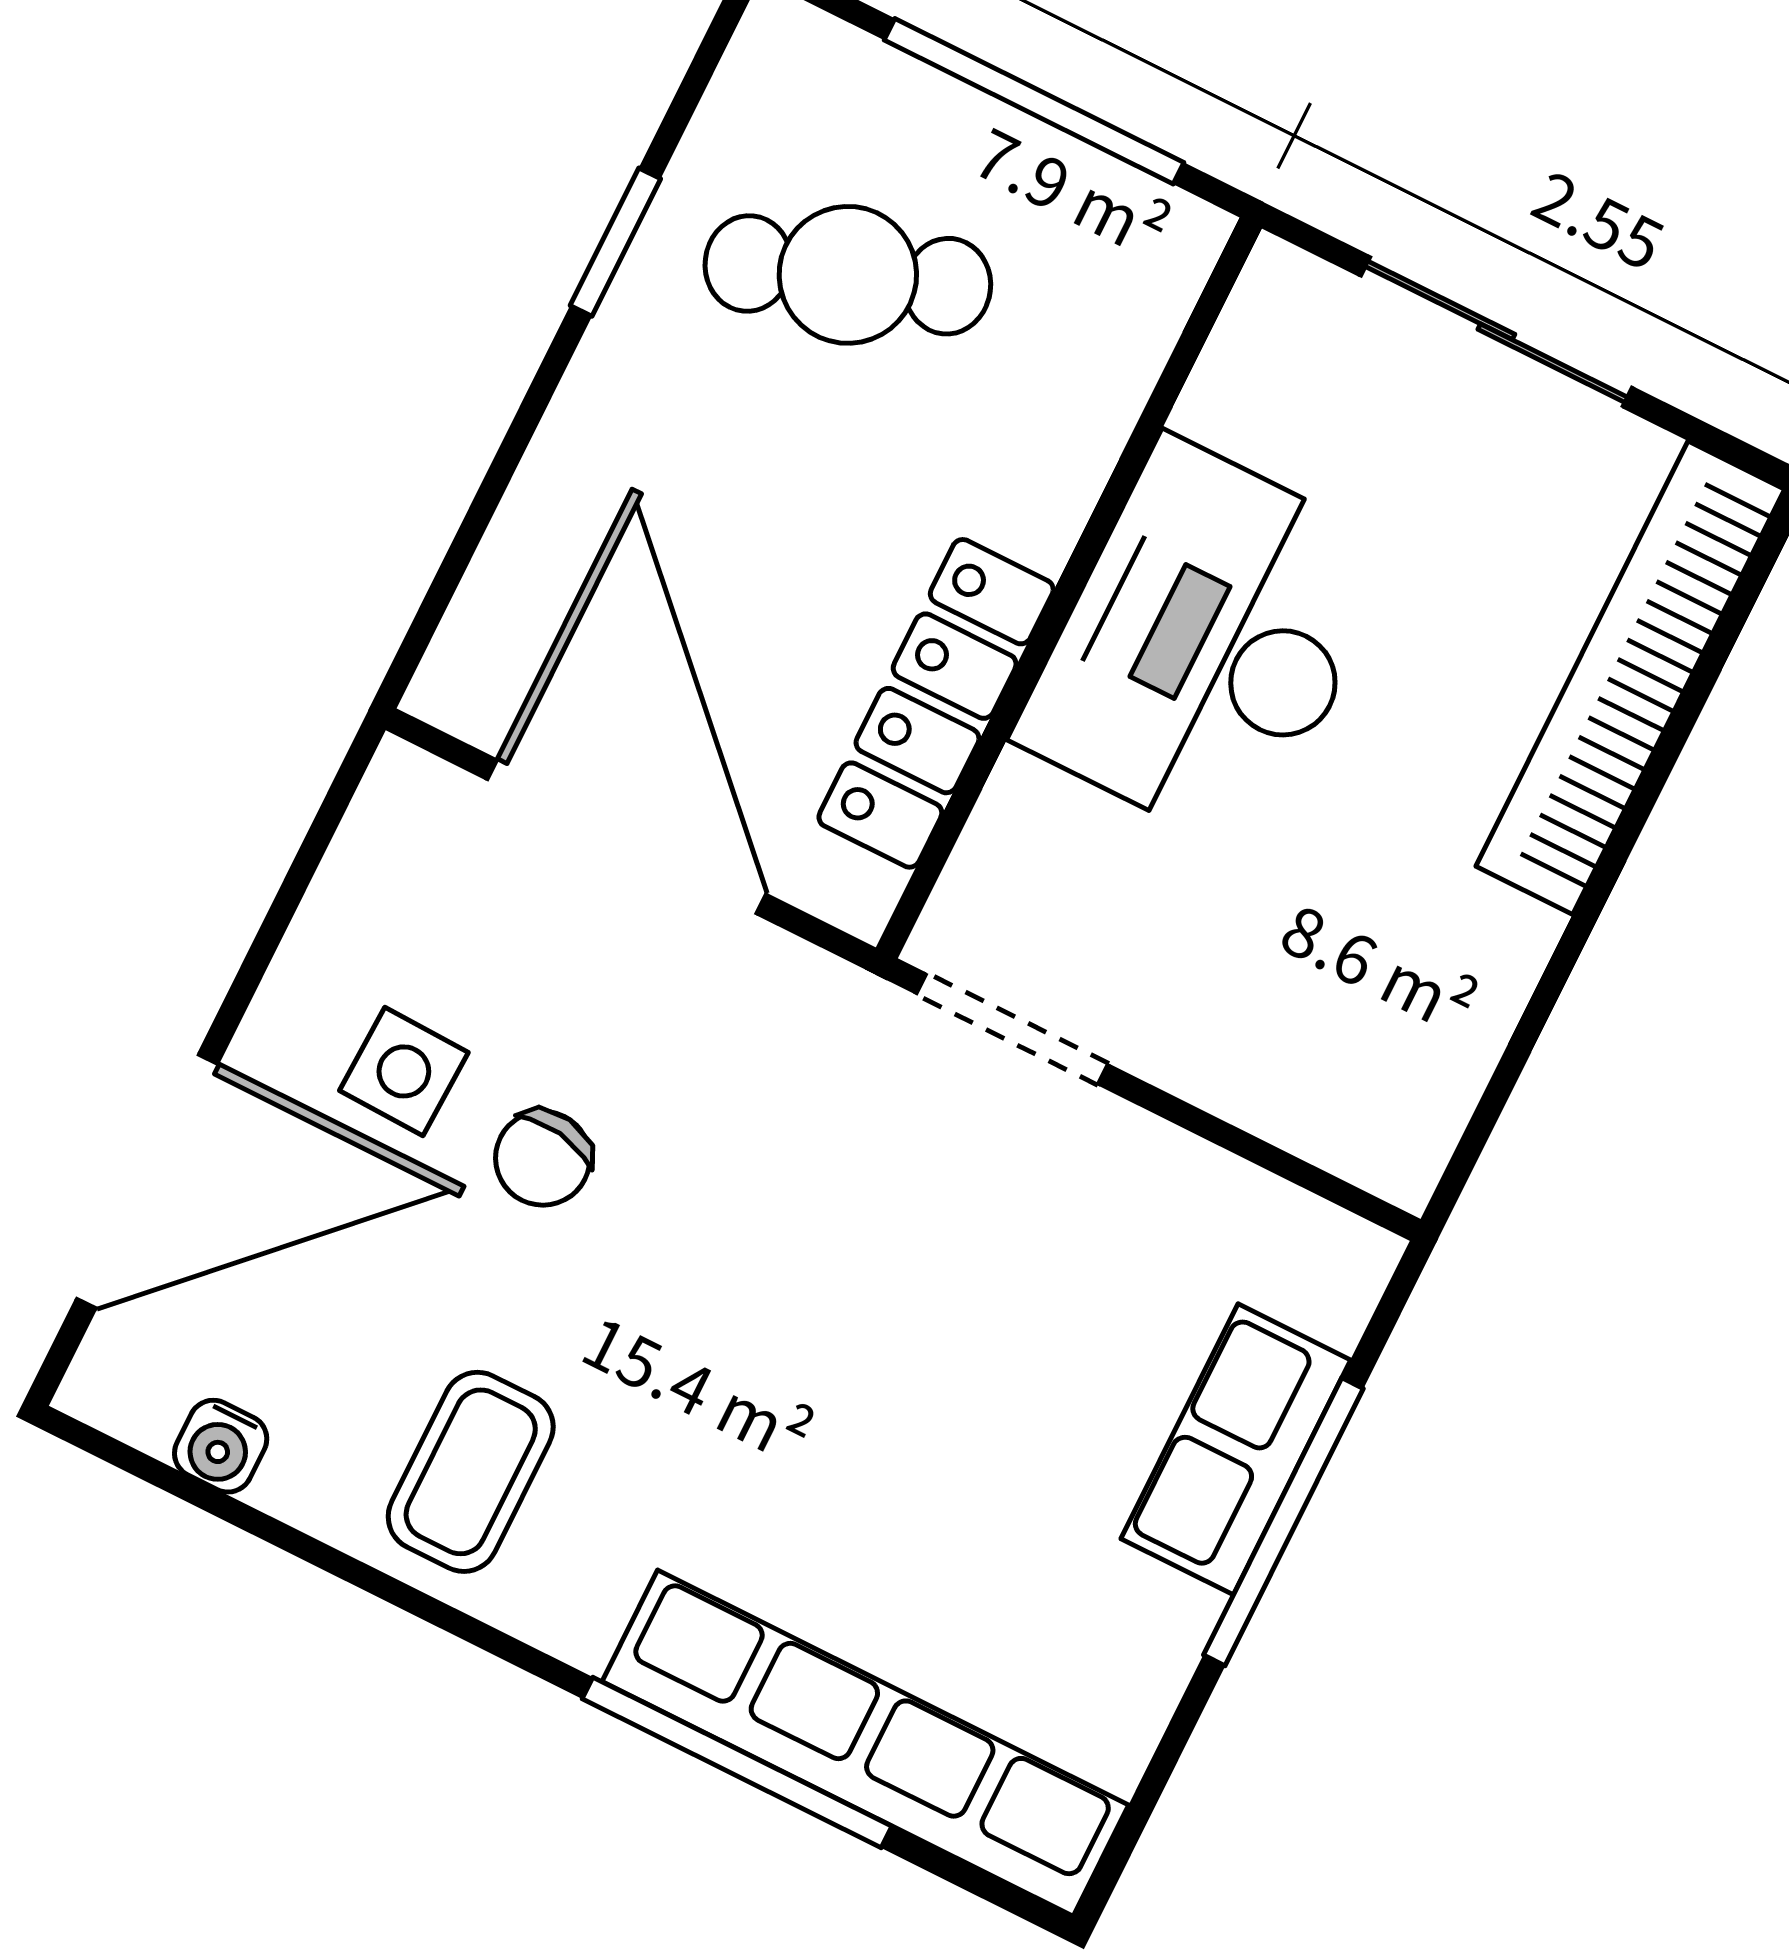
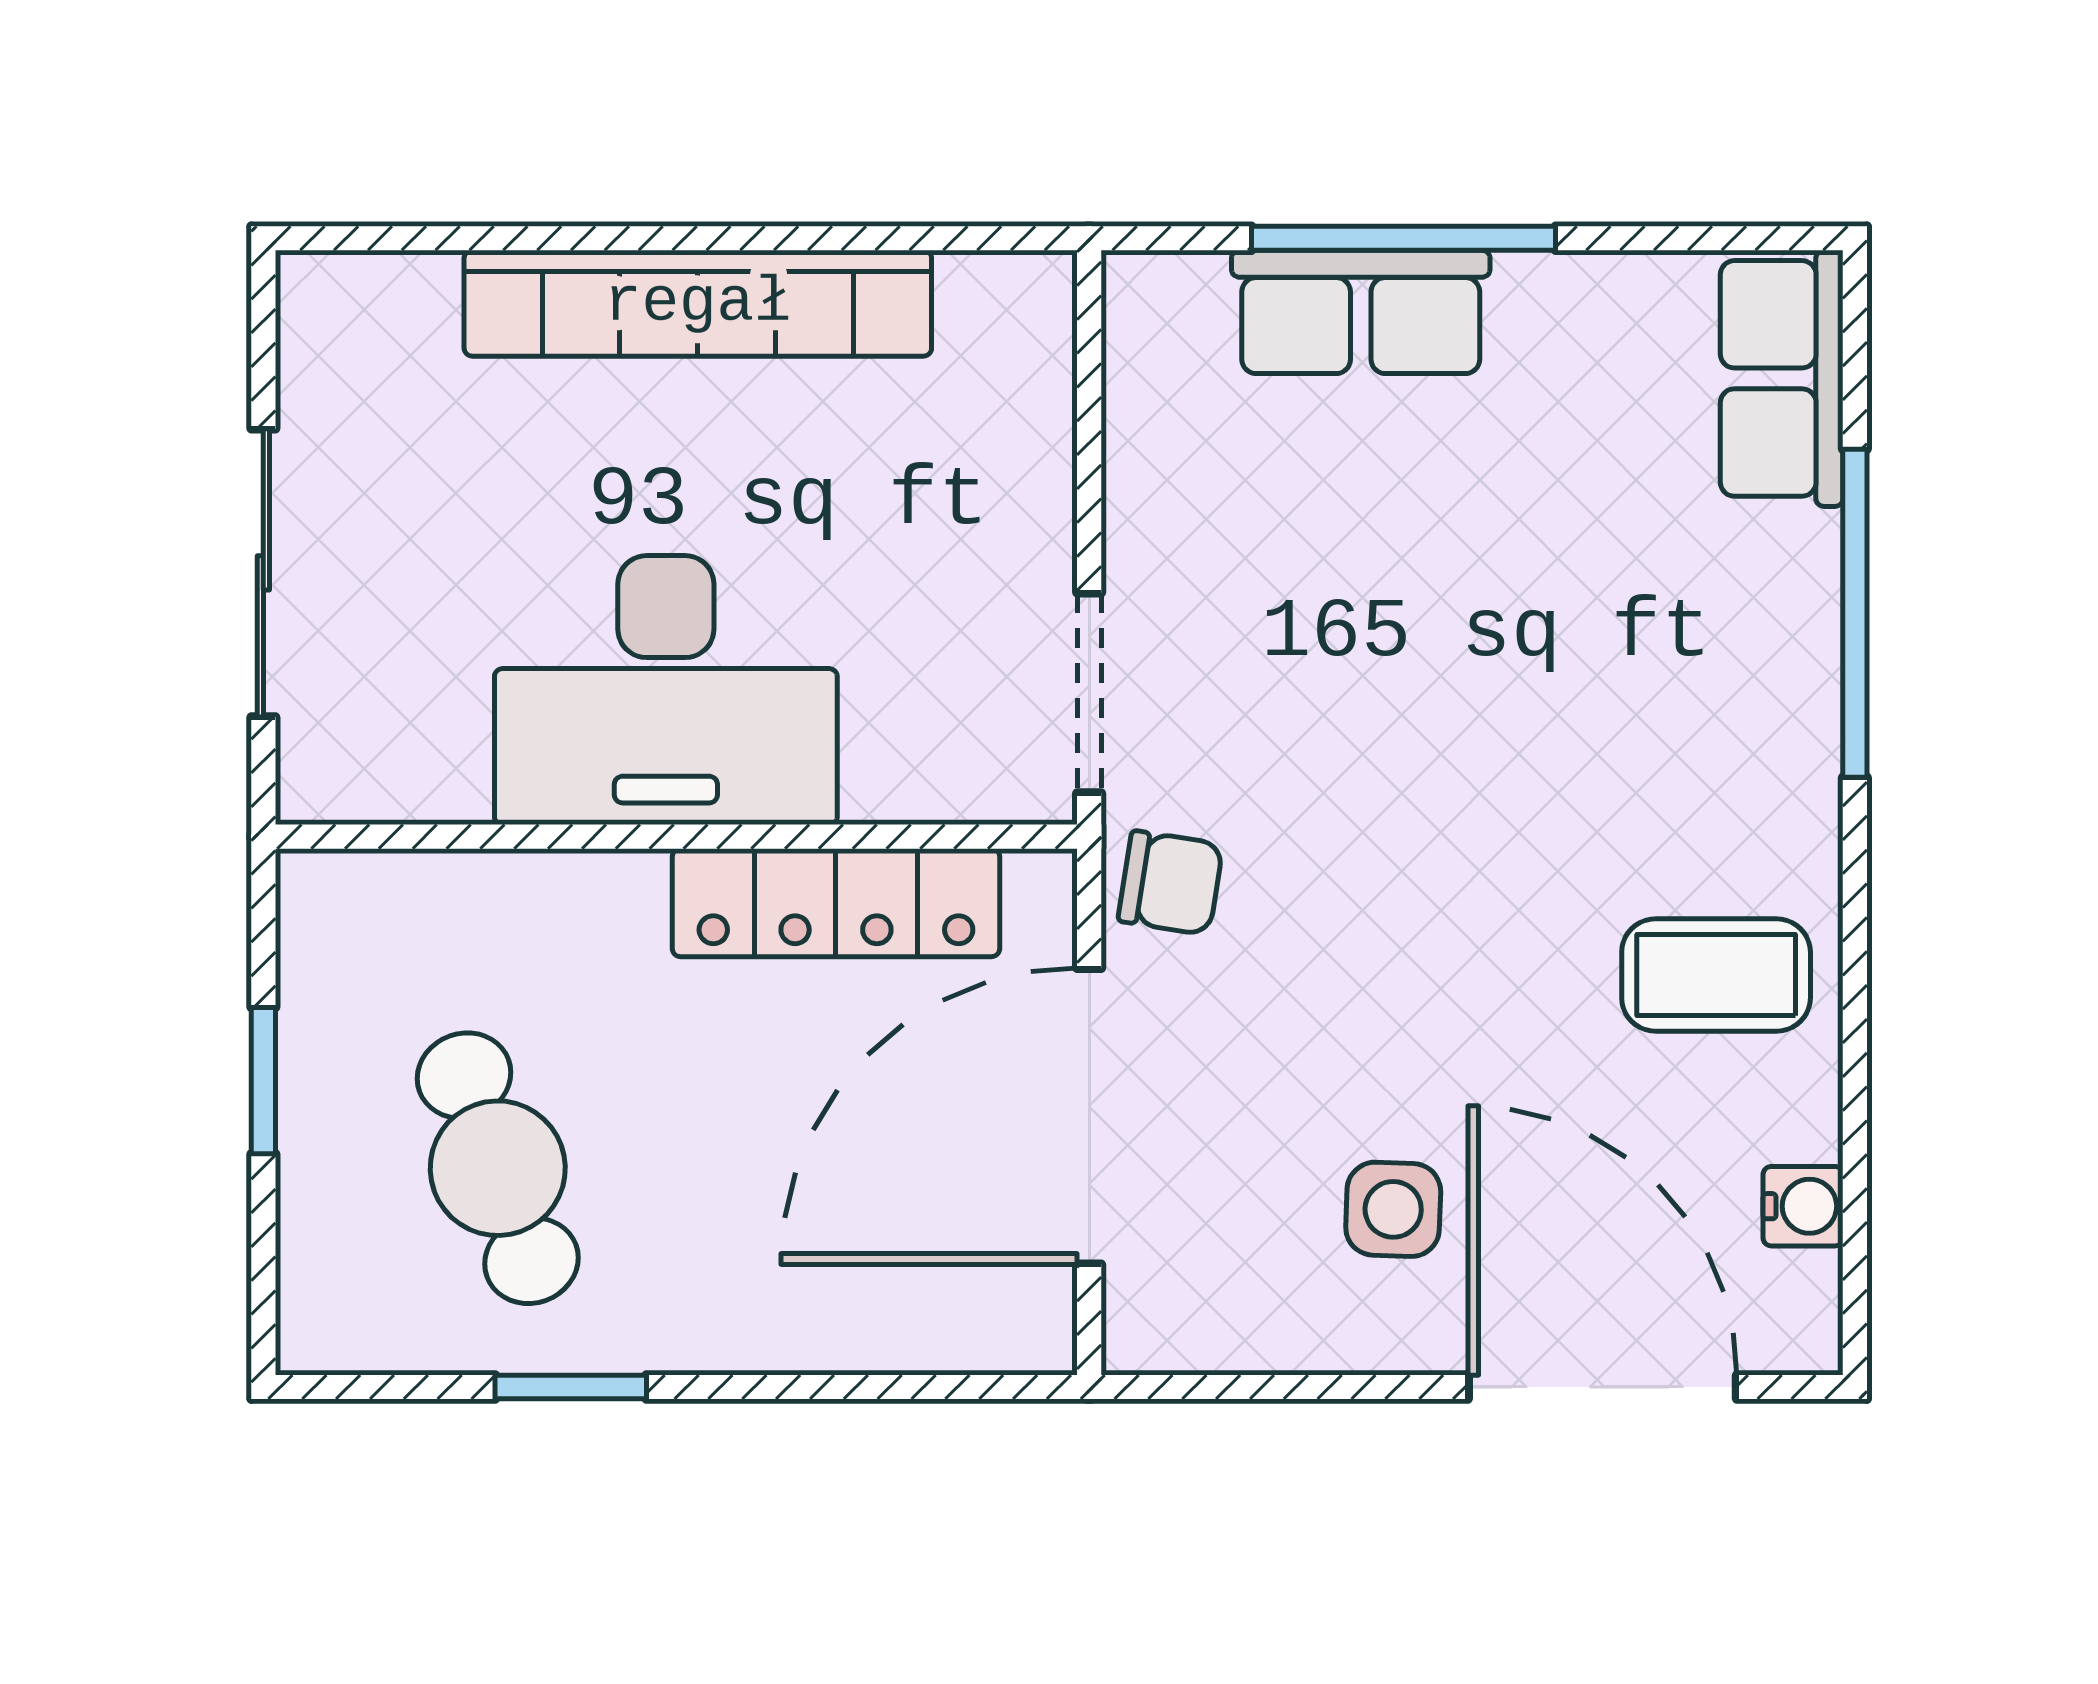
window: (1034, 101) -> (263, 1081), width x0.46
bookcase: (1630, 678) -> (698, 303), moved
chair: (543, 1158) -> (1171, 883), moved
row of seats: (865, 1743) -> (1782, 378), width x0.50

